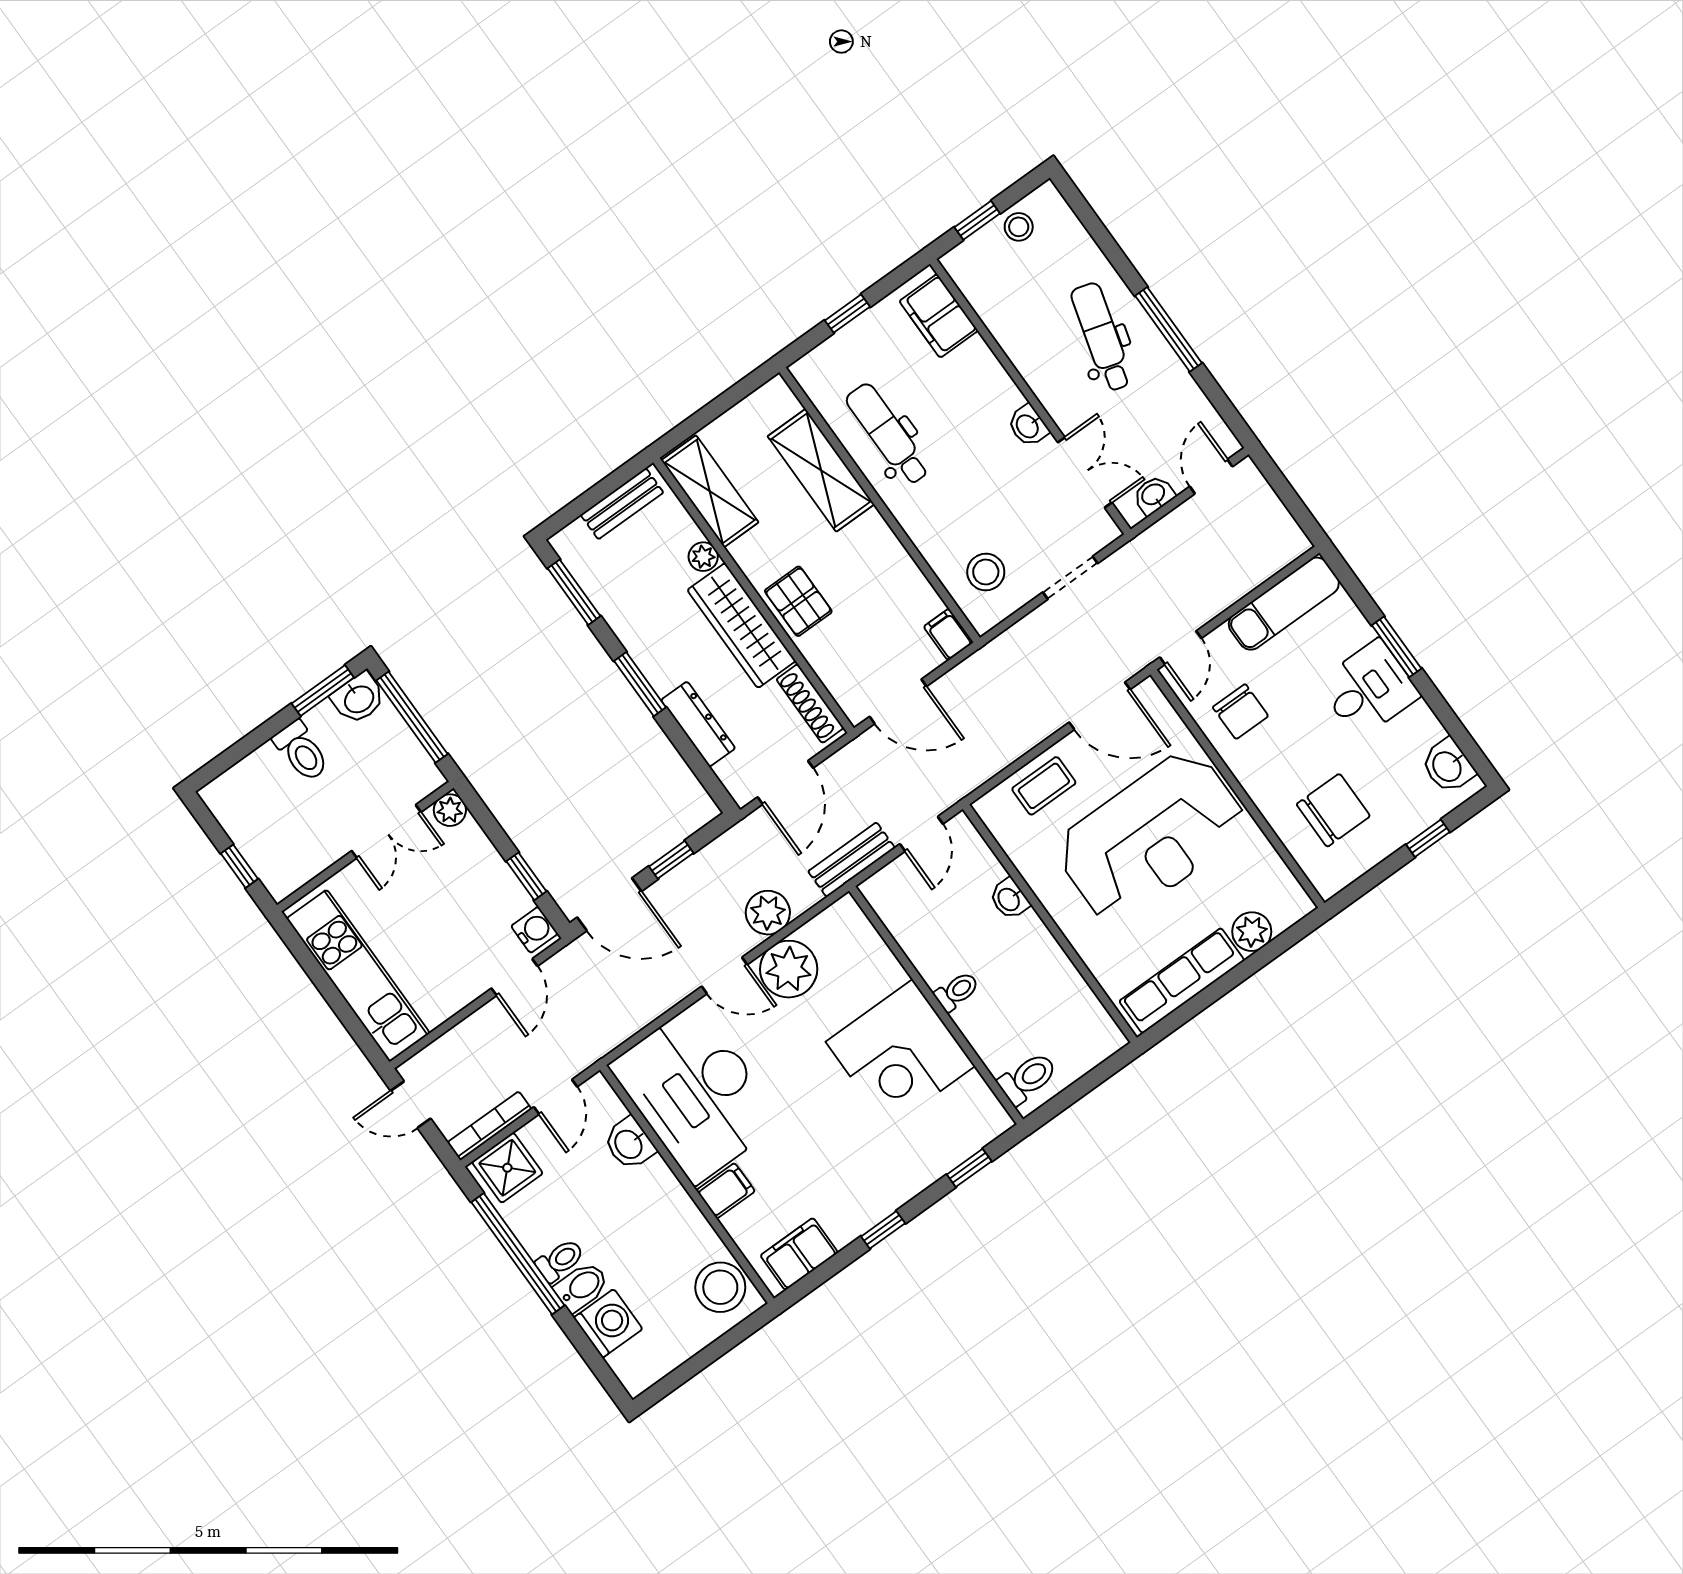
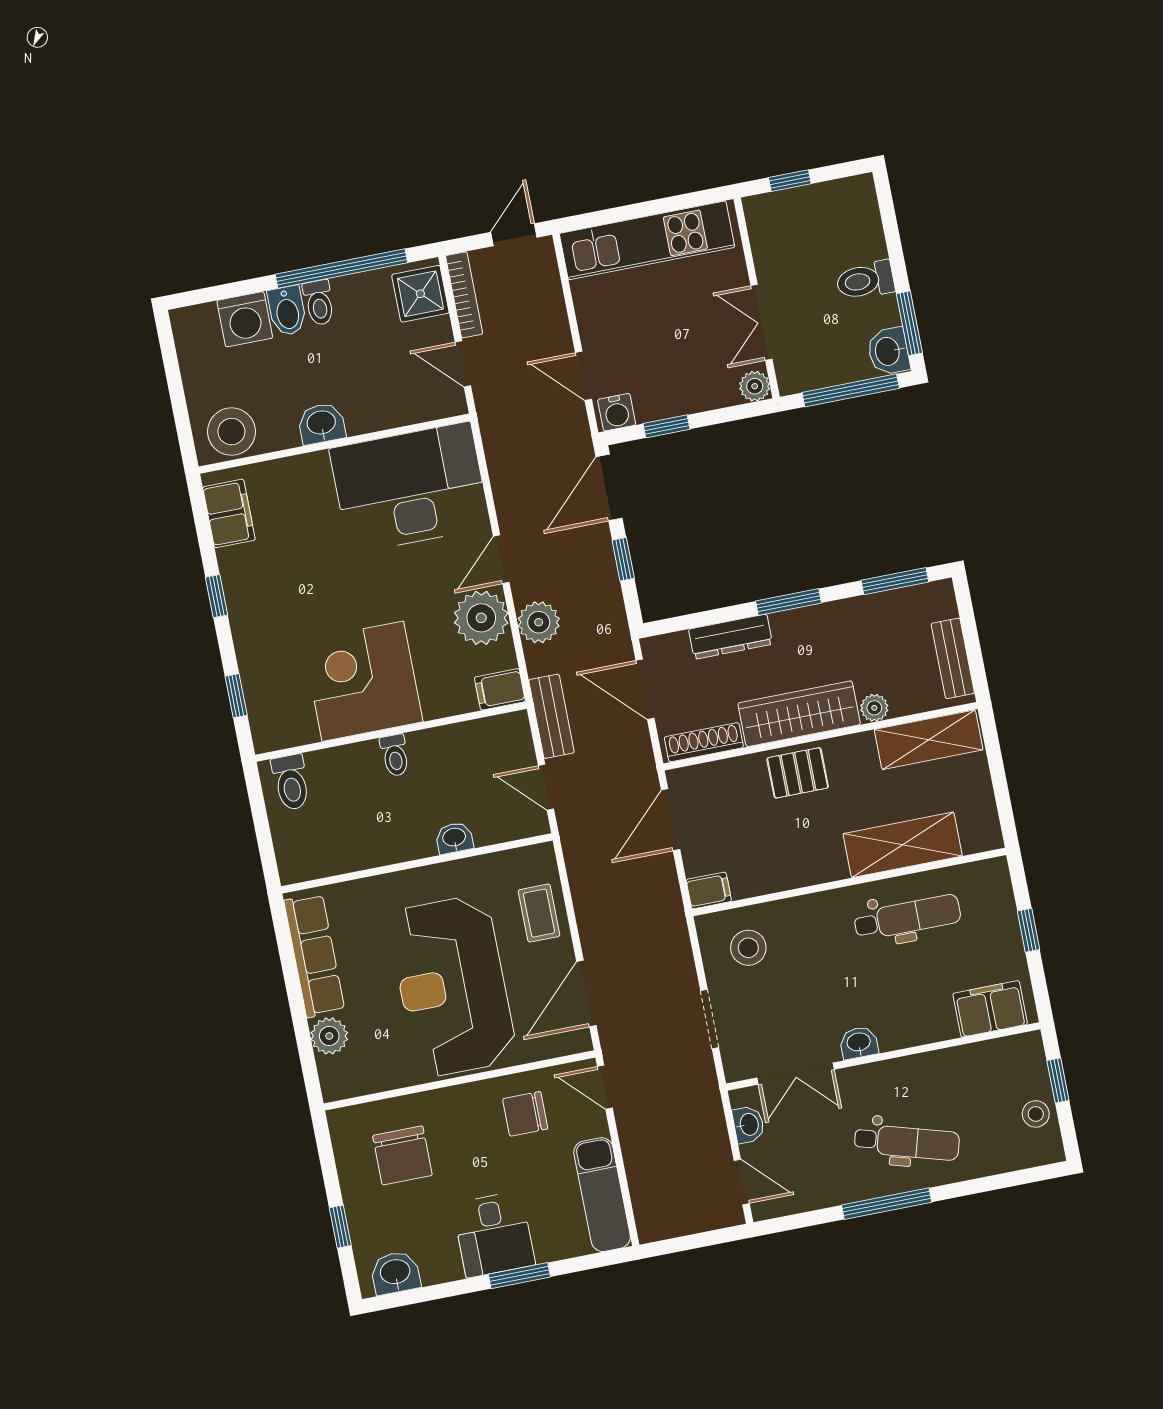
washbasin: (629, 1144) -> (321, 424), moved
filing cabinet: (726, 1191) -> (500, 689), moved, turned 90

